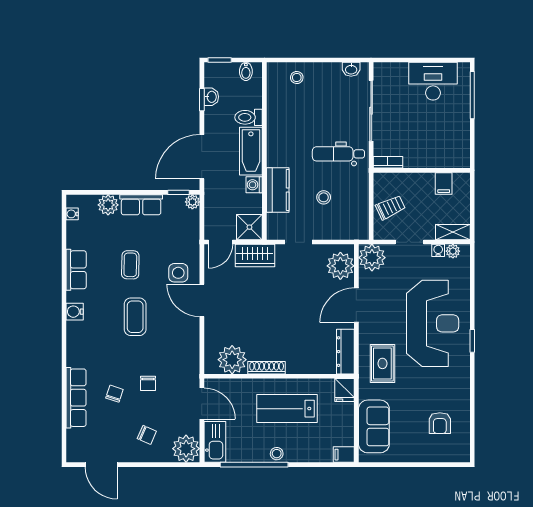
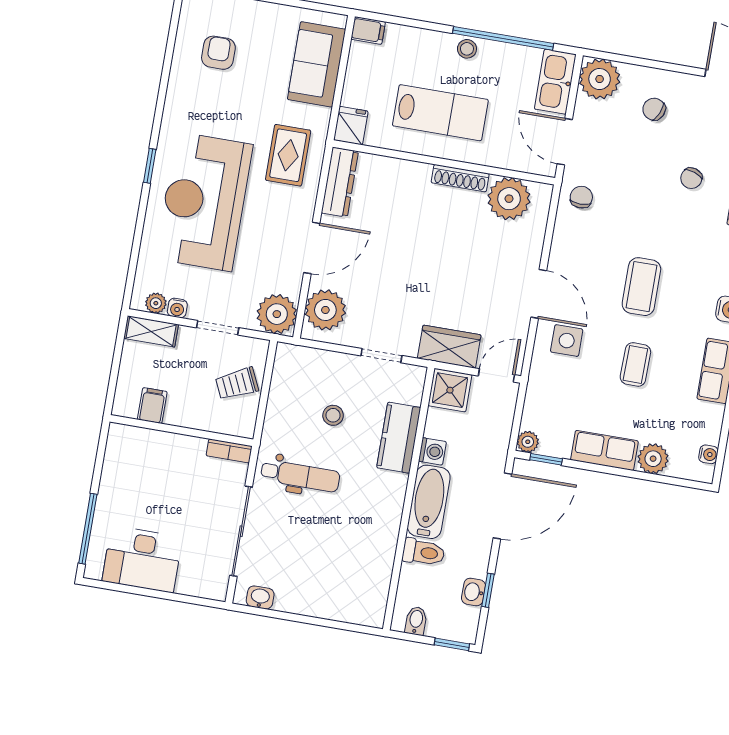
stool: (297, 78) -> (342, 599), removed
chair: (148, 383) -> (581, 197), moved

